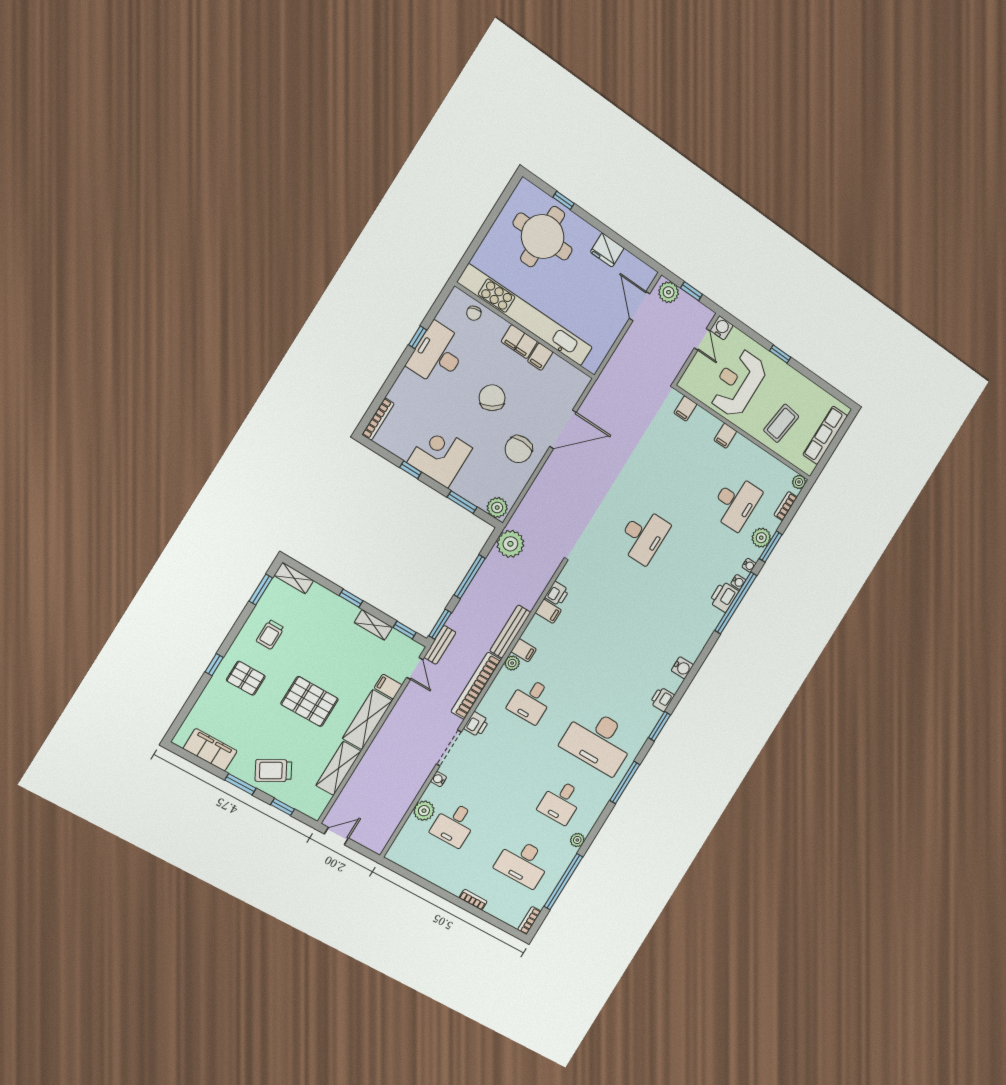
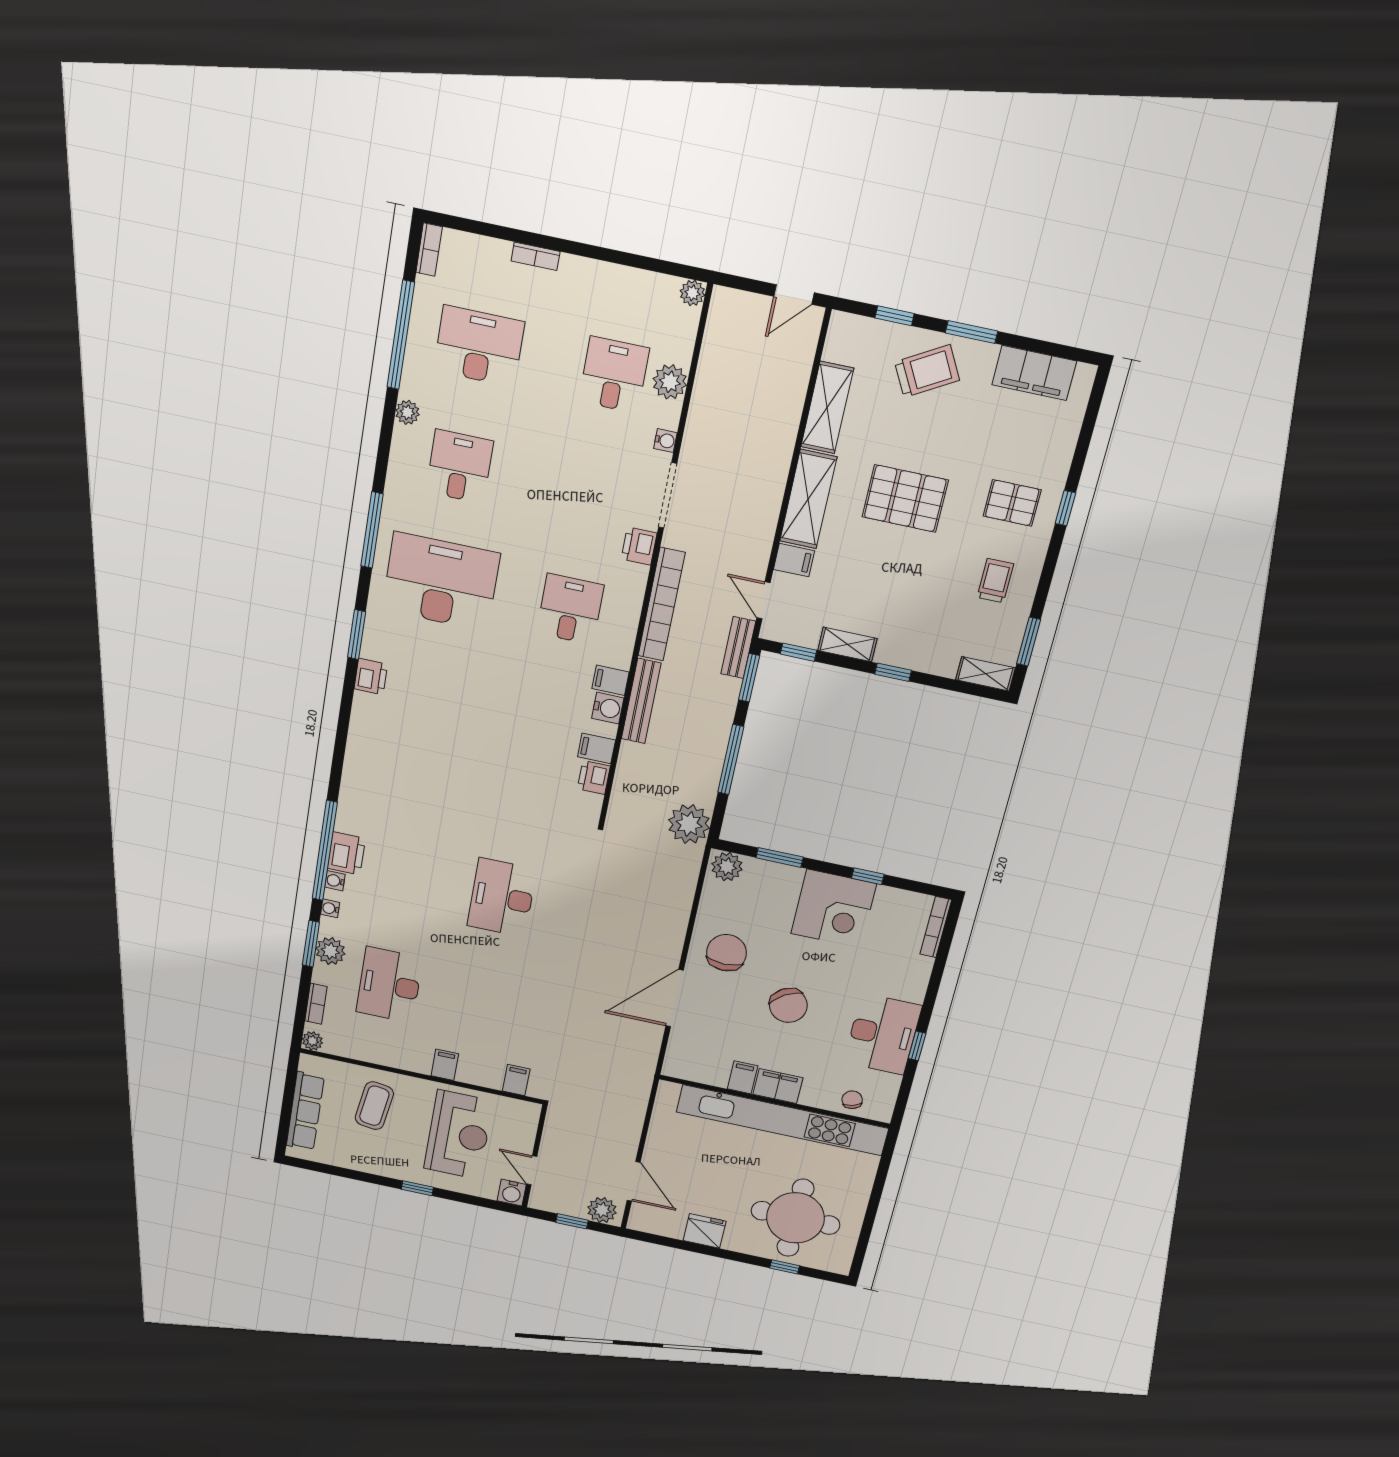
plant: (512, 663) -> (692, 293), moved
water cooler: (682, 668) -> (608, 708), moved, turned 180

